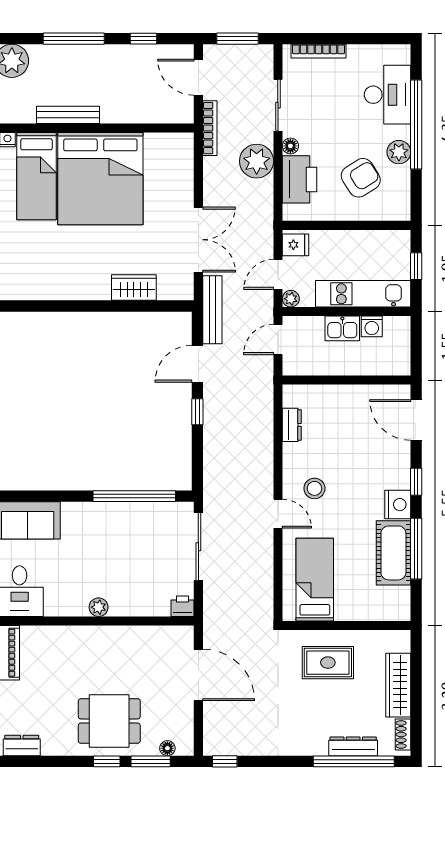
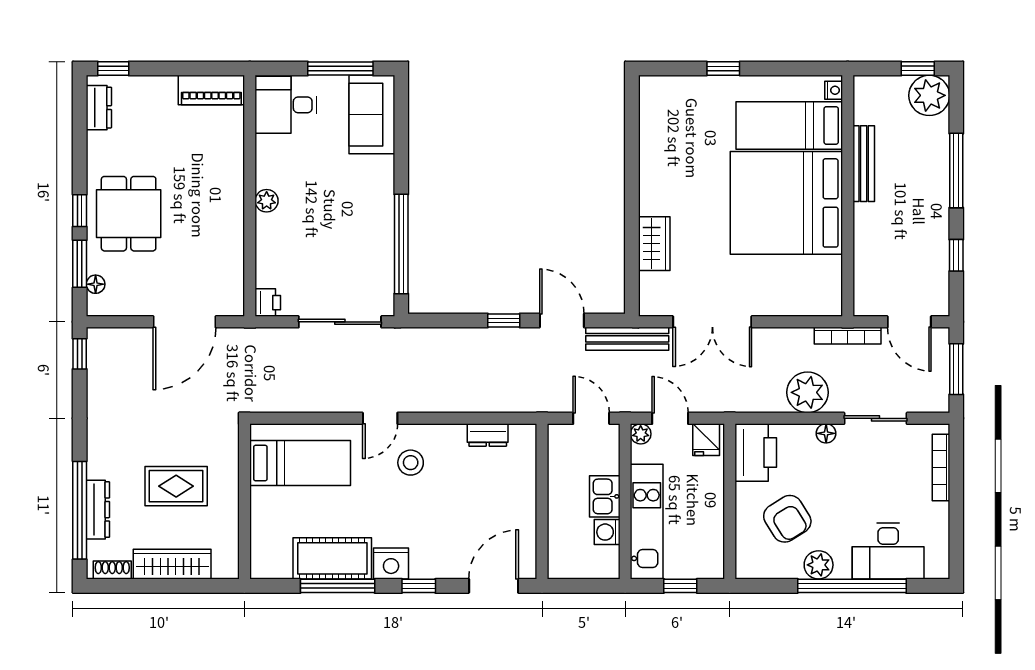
door: (198, 77) -> (909, 322), swing flipped
printer: (299, 179) -> (756, 452), moved, turned -90
rug: (328, 663) -> (176, 486), moved, turned 90

